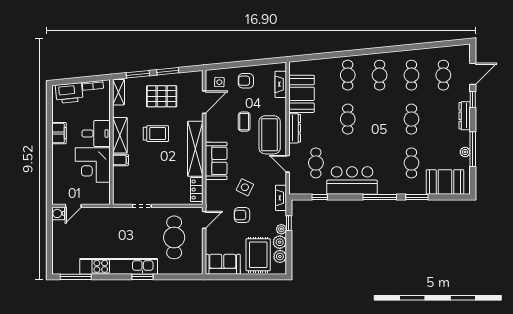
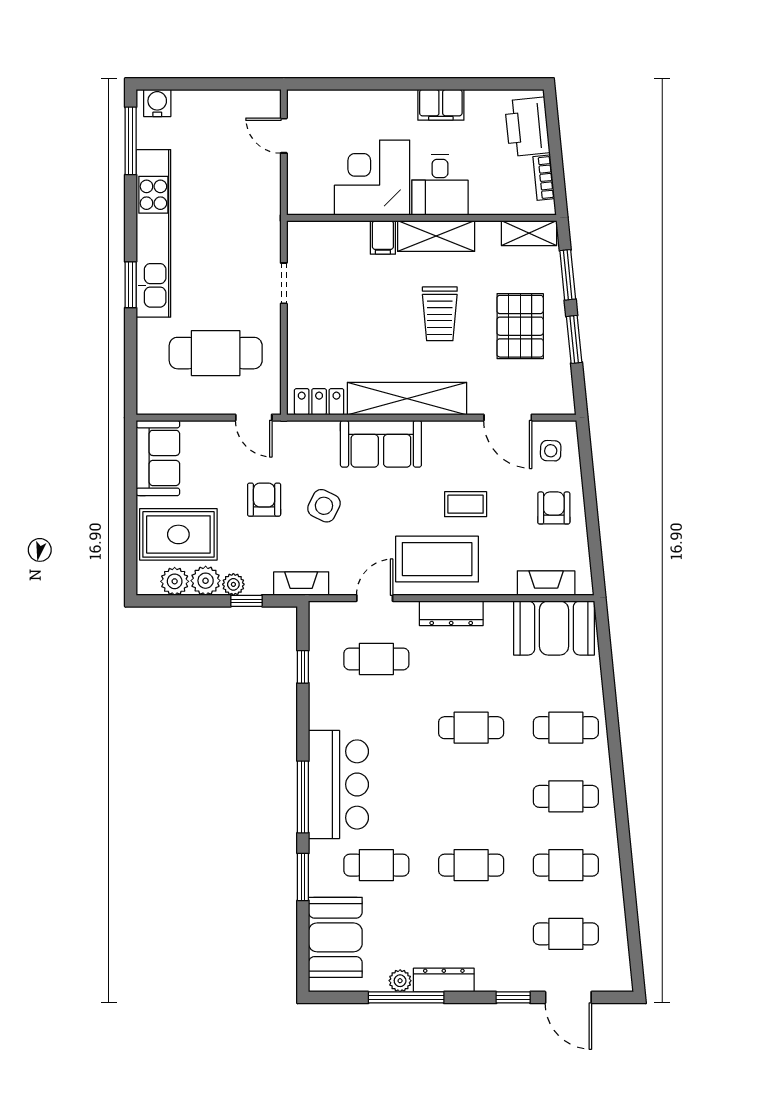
booth: (302, 94) -> (554, 628), moved
dresser: (465, 116) -> (444, 980), moved
bar counter: (352, 181) -> (338, 784), moved
water cooler: (58, 213) -> (157, 103), moved

